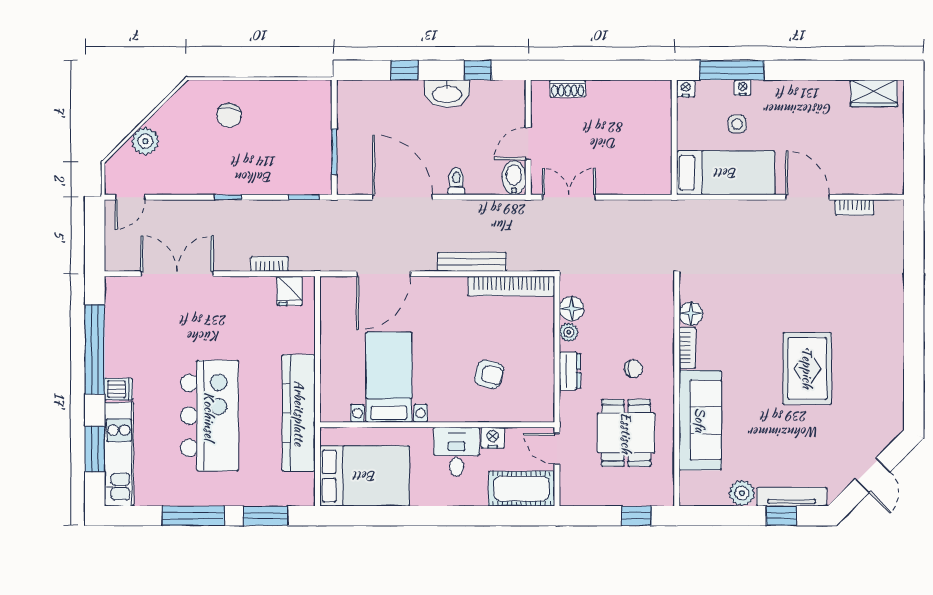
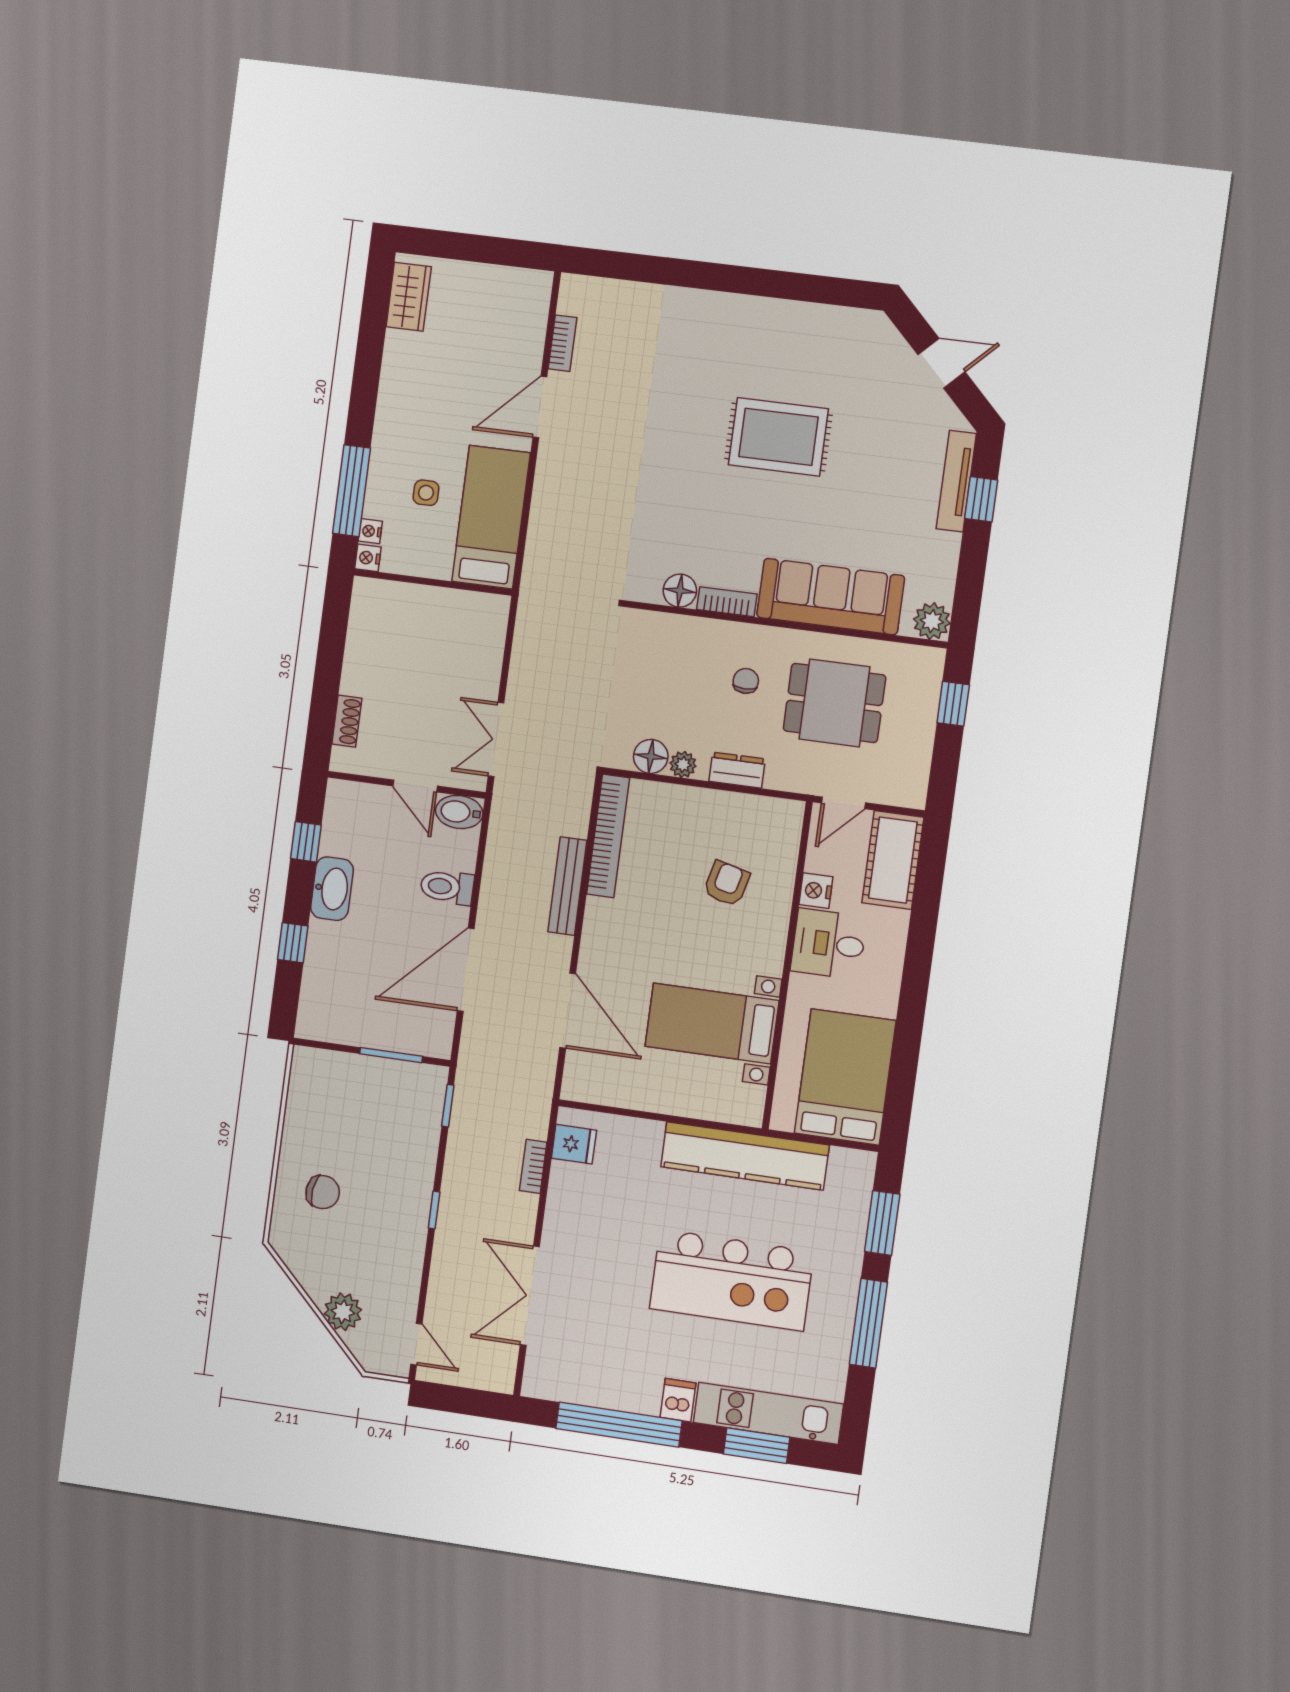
nightstand: (743, 88) -> (370, 531), moved
toilet: (456, 181) -> (447, 887), width x1.37, depth x1.39
kitchen island: (209, 416) -> (732, 1280), turned 180
plant: (742, 493) -> (932, 621), moved

